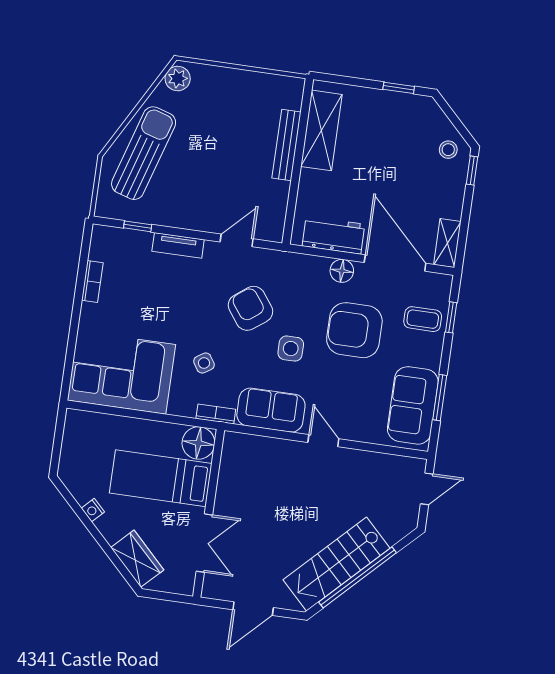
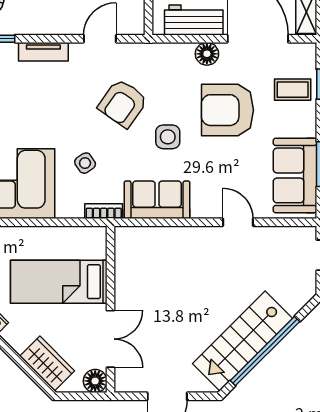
armchair: (250, 308) -> (123, 103), turned -108
door: (323, 441) -> (238, 222), moved
floor lamp: (198, 443) -> (95, 381), moved, width x0.73, depth x0.73

